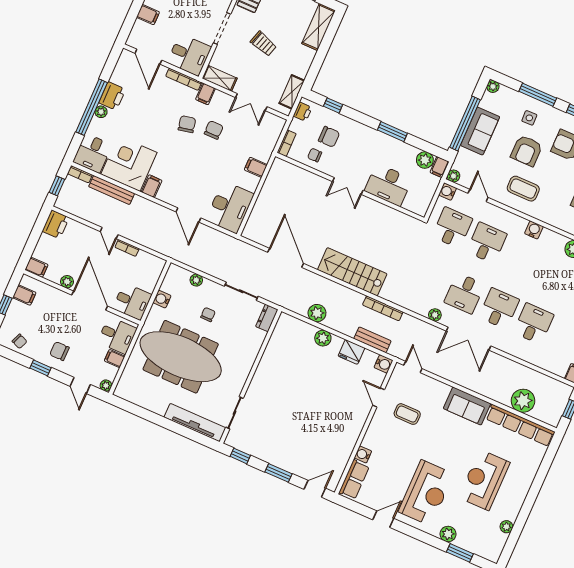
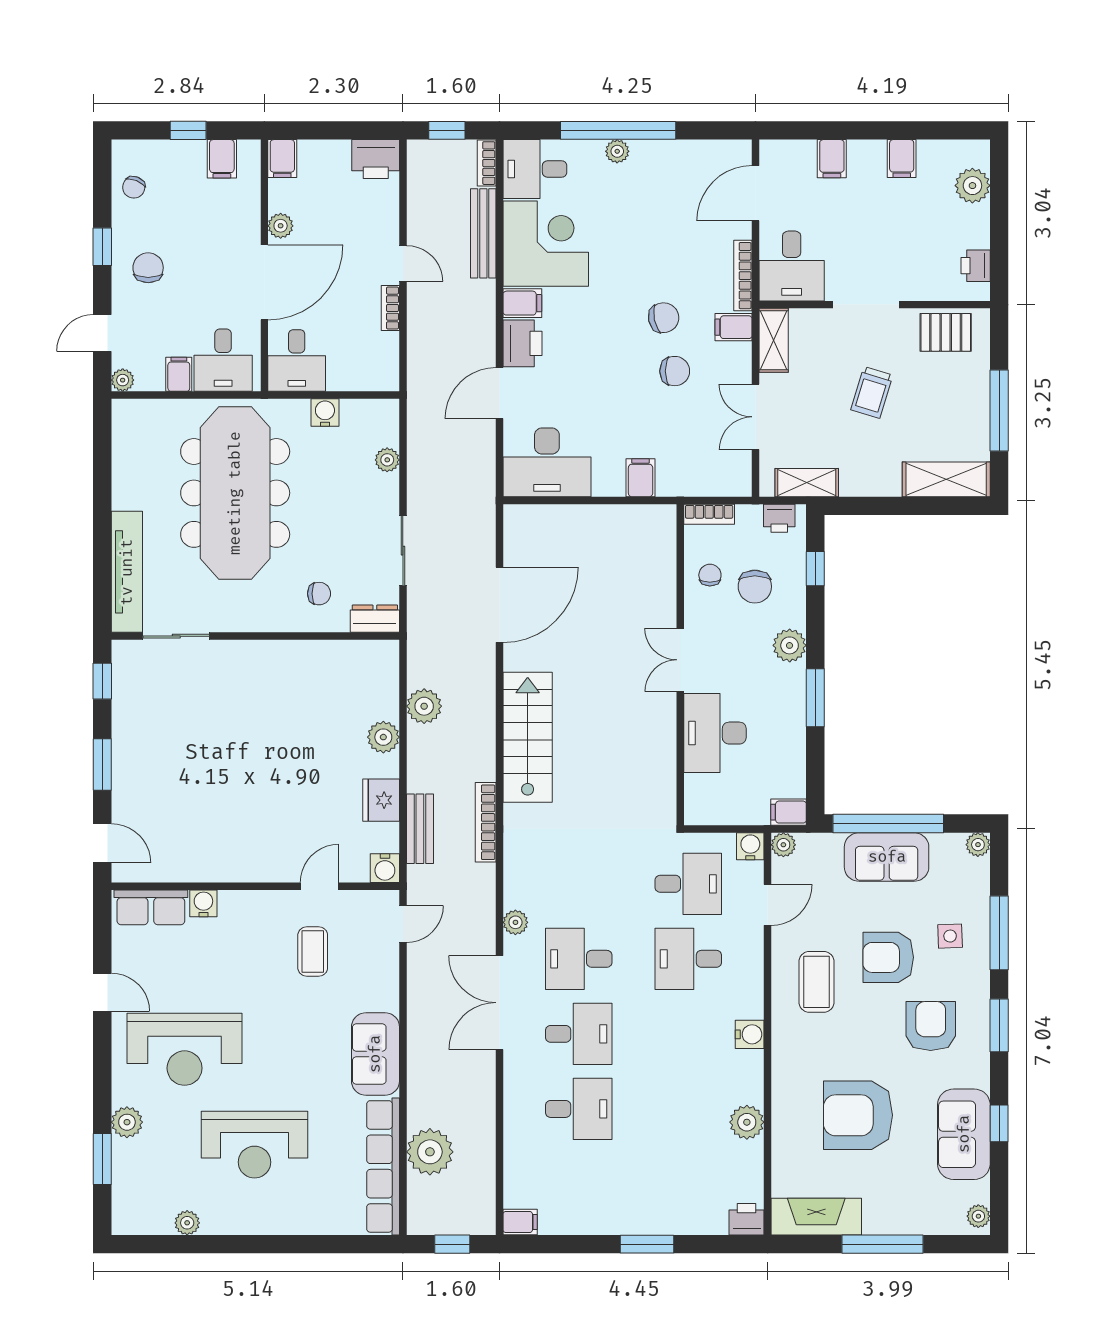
printer: (112, 96) -> (522, 343), moved, turned -90
plant: (425, 160) -> (790, 645), moved
door: (109, 233) -> (403, 263), swing flipped
desk: (487, 243) -> (688, 959), turned 180
chair: (208, 314) -> (319, 594), moved
reception desk: (484, 480) -> (254, 1145), turned 180

